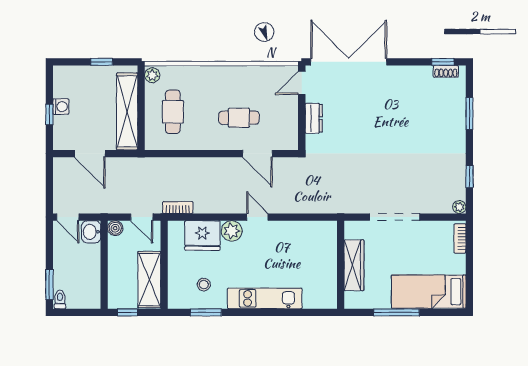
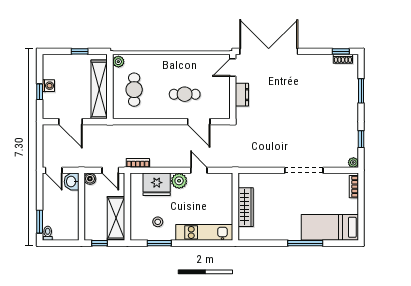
wall: (341, 265) -> (235, 207), moved
wardrobe: (354, 265) -> (246, 207), moved

